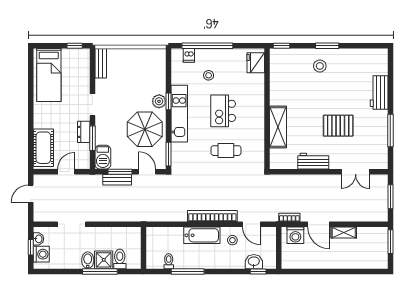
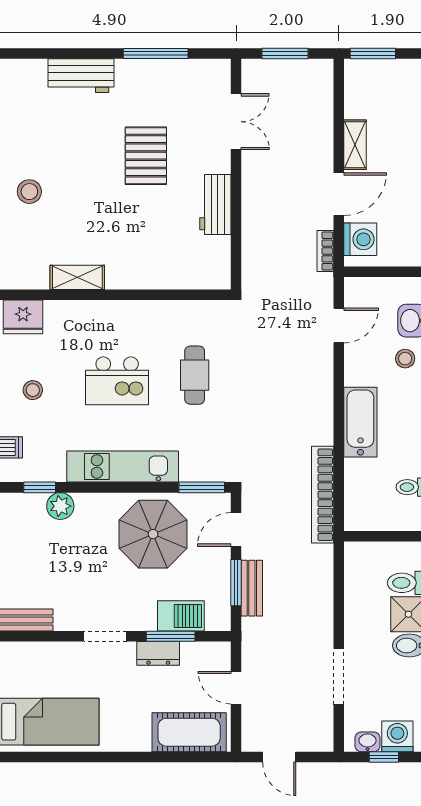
stool: (209, 75) -> (33, 390), moved
plant: (159, 101) -> (60, 506), moved
window: (169, 101) -> (40, 487), moved
shelving: (278, 127) -> (77, 277), moved, width x0.67, depth x0.75
barbecue: (103, 157) -> (181, 616), moved
bookcase: (212, 216) -> (323, 495), moved
stool: (232, 240) -> (405, 359), moved

